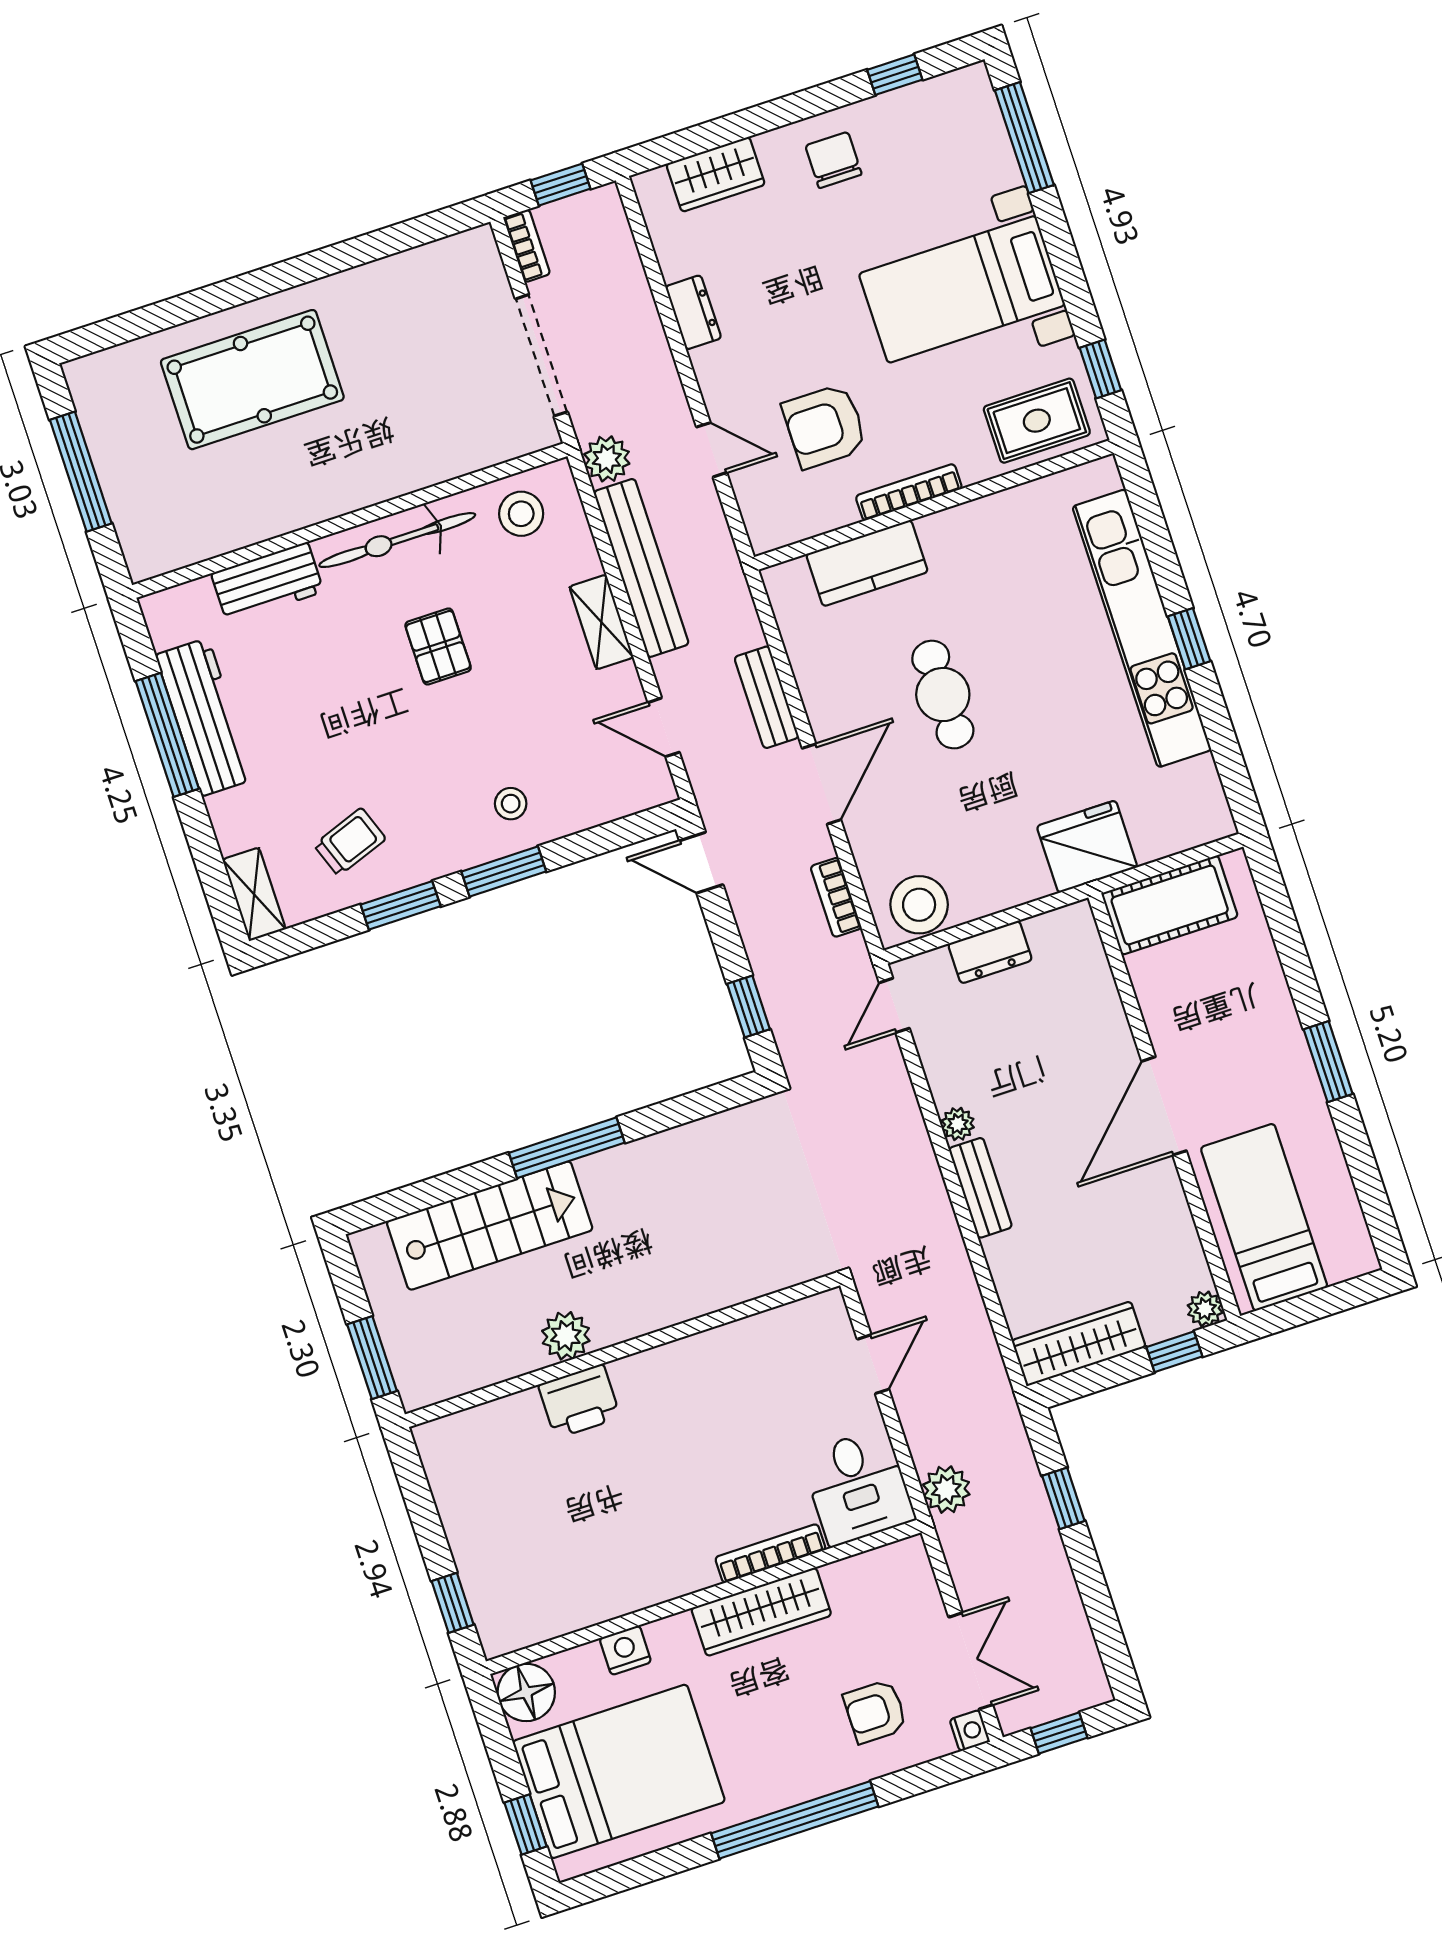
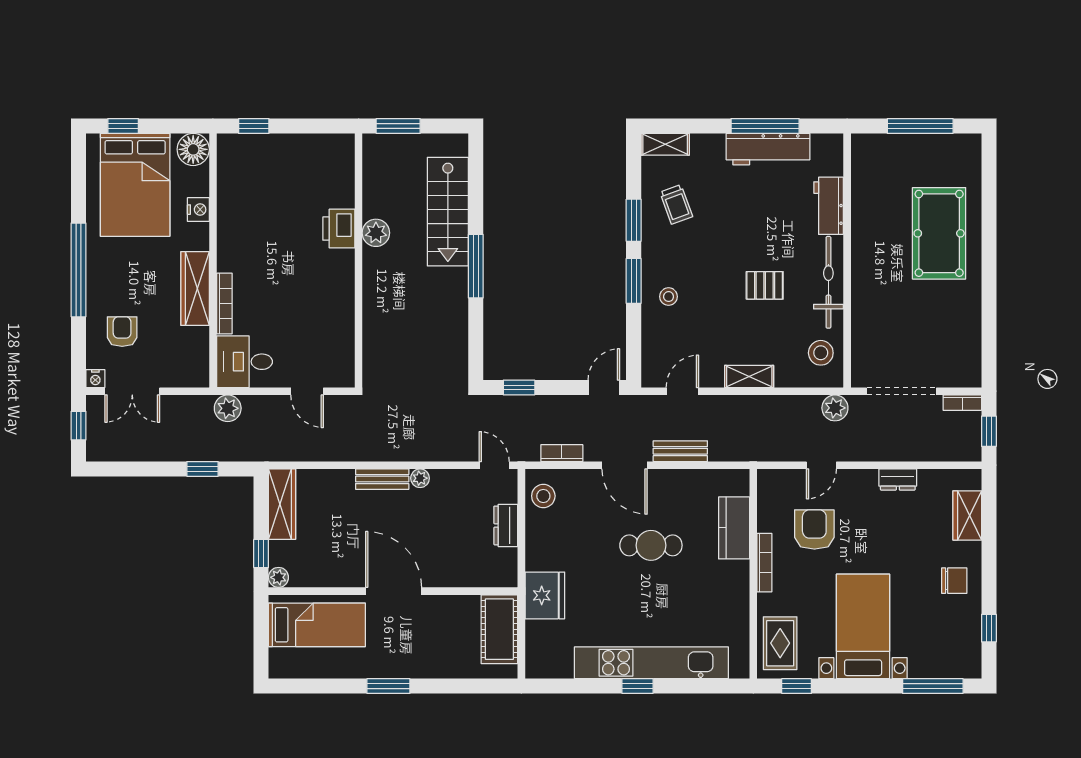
bench: (641, 568) -> (771, 407), removed
stool: (919, 905) -> (543, 496), width x0.73, depth x0.73

